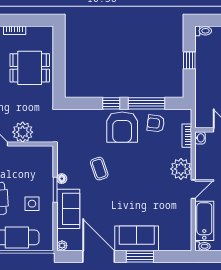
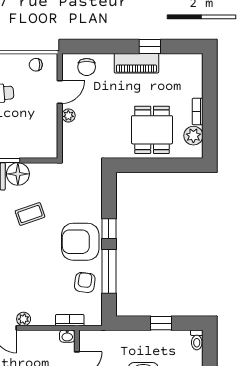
plant: (35, 34) -> (193, 136), added
plant: (23, 132) -> (68, 116), width x0.53, depth x0.53
plant: (181, 169) -> (24, 319), width x0.53, depth x0.53
floor lamp: (62, 179) -> (18, 174), width x1.89, depth x1.89

